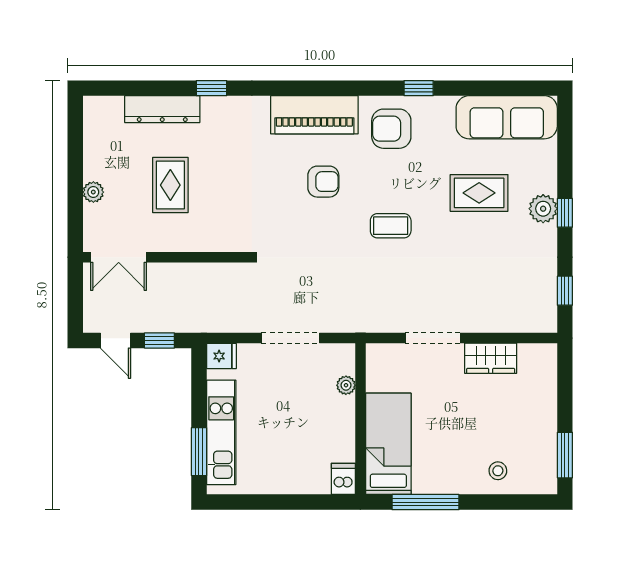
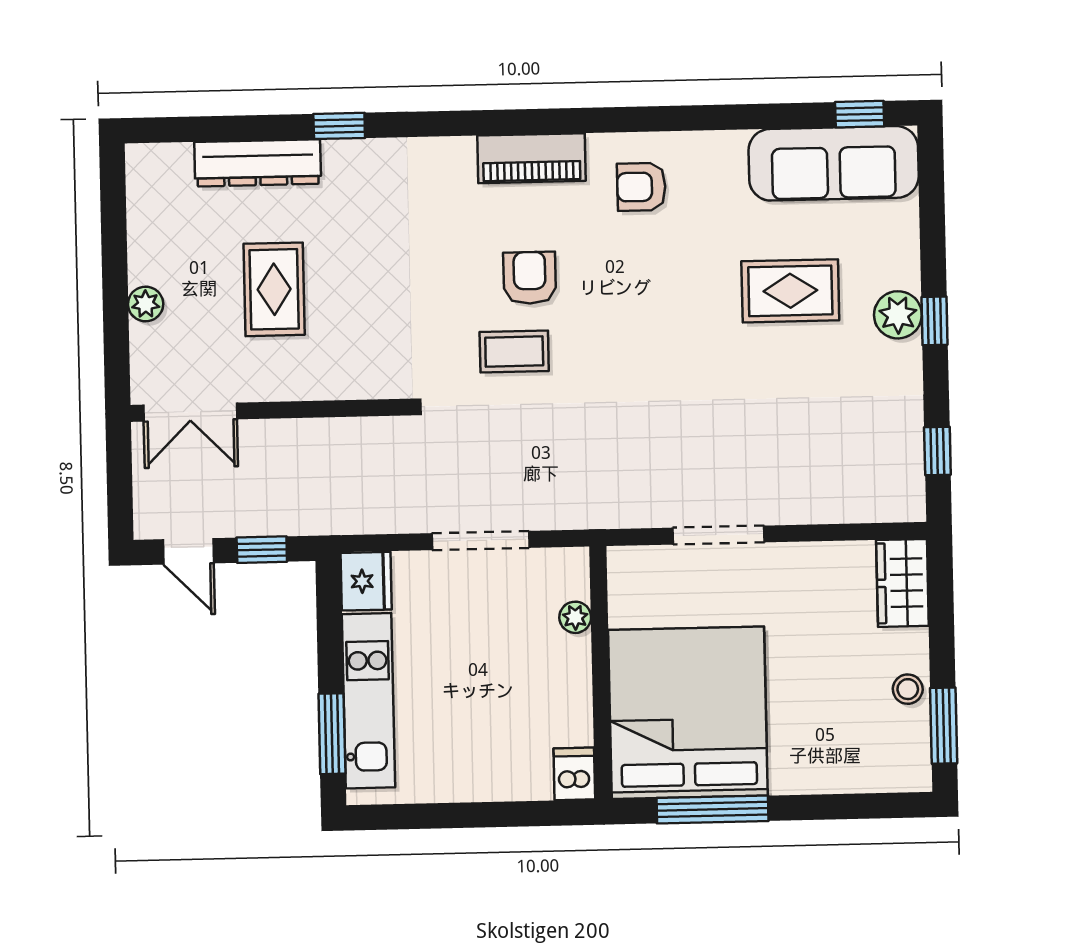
window: (419, 88) -> (860, 114), moved
piano: (314, 115) -> (532, 158), width x0.73, depth x0.75
armchair: (391, 129) -> (641, 187), width x0.72, depth x0.72
armchair: (323, 182) -> (530, 278), turned -90
coffee table: (391, 226) -> (514, 352), moved
fridge: (221, 356) -> (366, 581), width x1.38
wardrobe: (491, 358) -> (902, 583), moved, turned 90
bed: (388, 444) -> (688, 713), width x2.04
stool: (498, 471) -> (908, 689), moved

